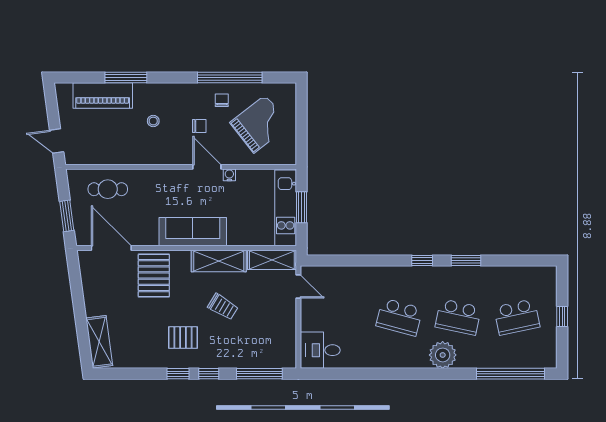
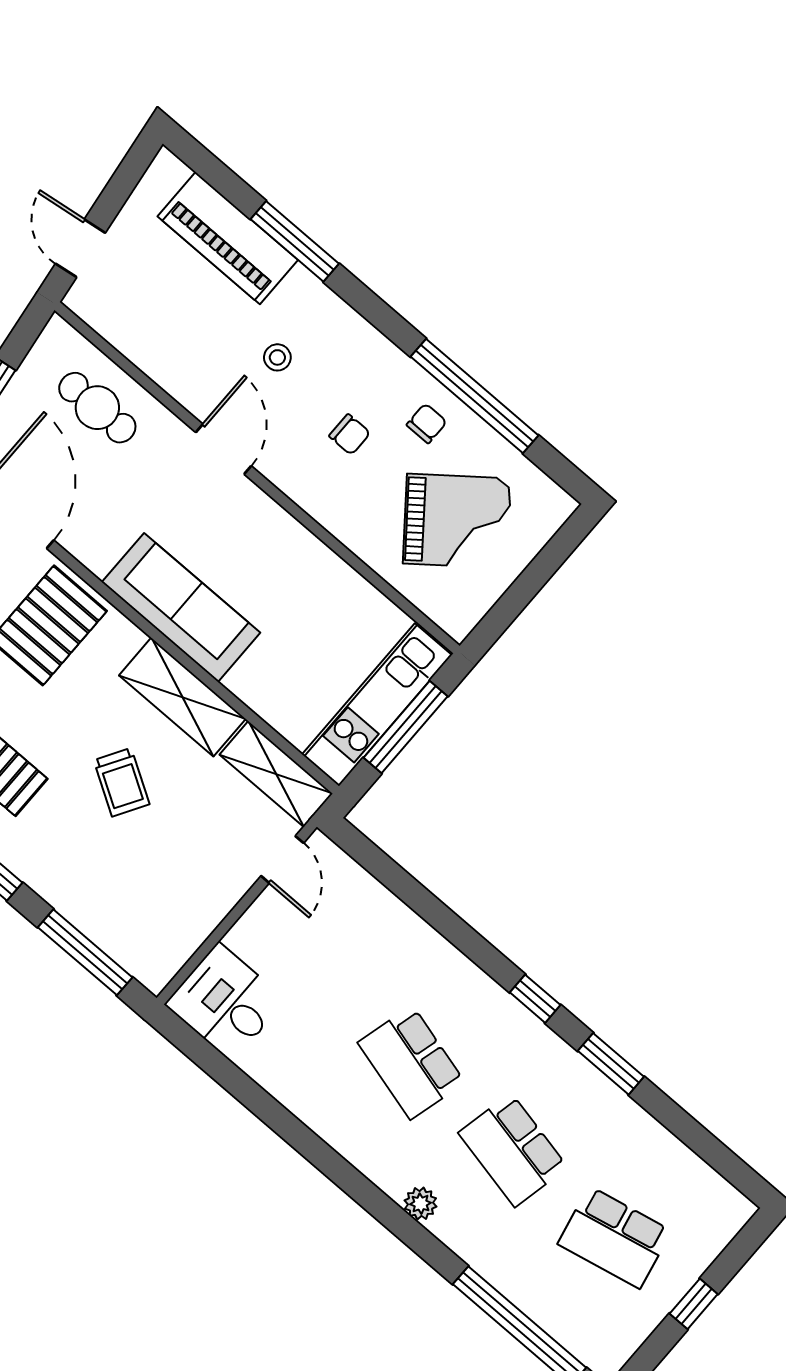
door: (207, 167) -> (224, 449), moved
water cooler: (229, 175) -> (329, 564), removed
window: (301, 207) -> (406, 727), width x1.44
plant: (443, 355) -> (420, 1204), width x0.53, depth x0.53

